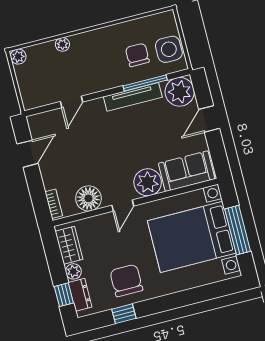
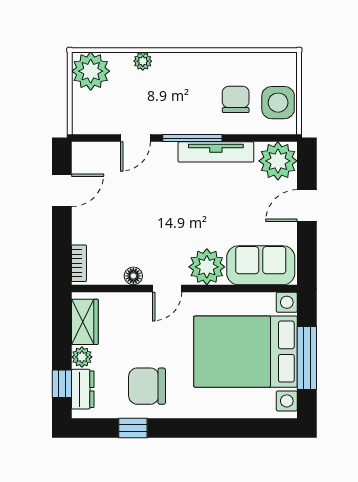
plant: (18, 57) -> (91, 71), width x1.87, depth x1.87
window: (145, 83) -> (192, 138), moved
floor lamp: (88, 198) -> (133, 276), width x0.53, depth x0.53
chair: (126, 281) -> (147, 386), turned -90

